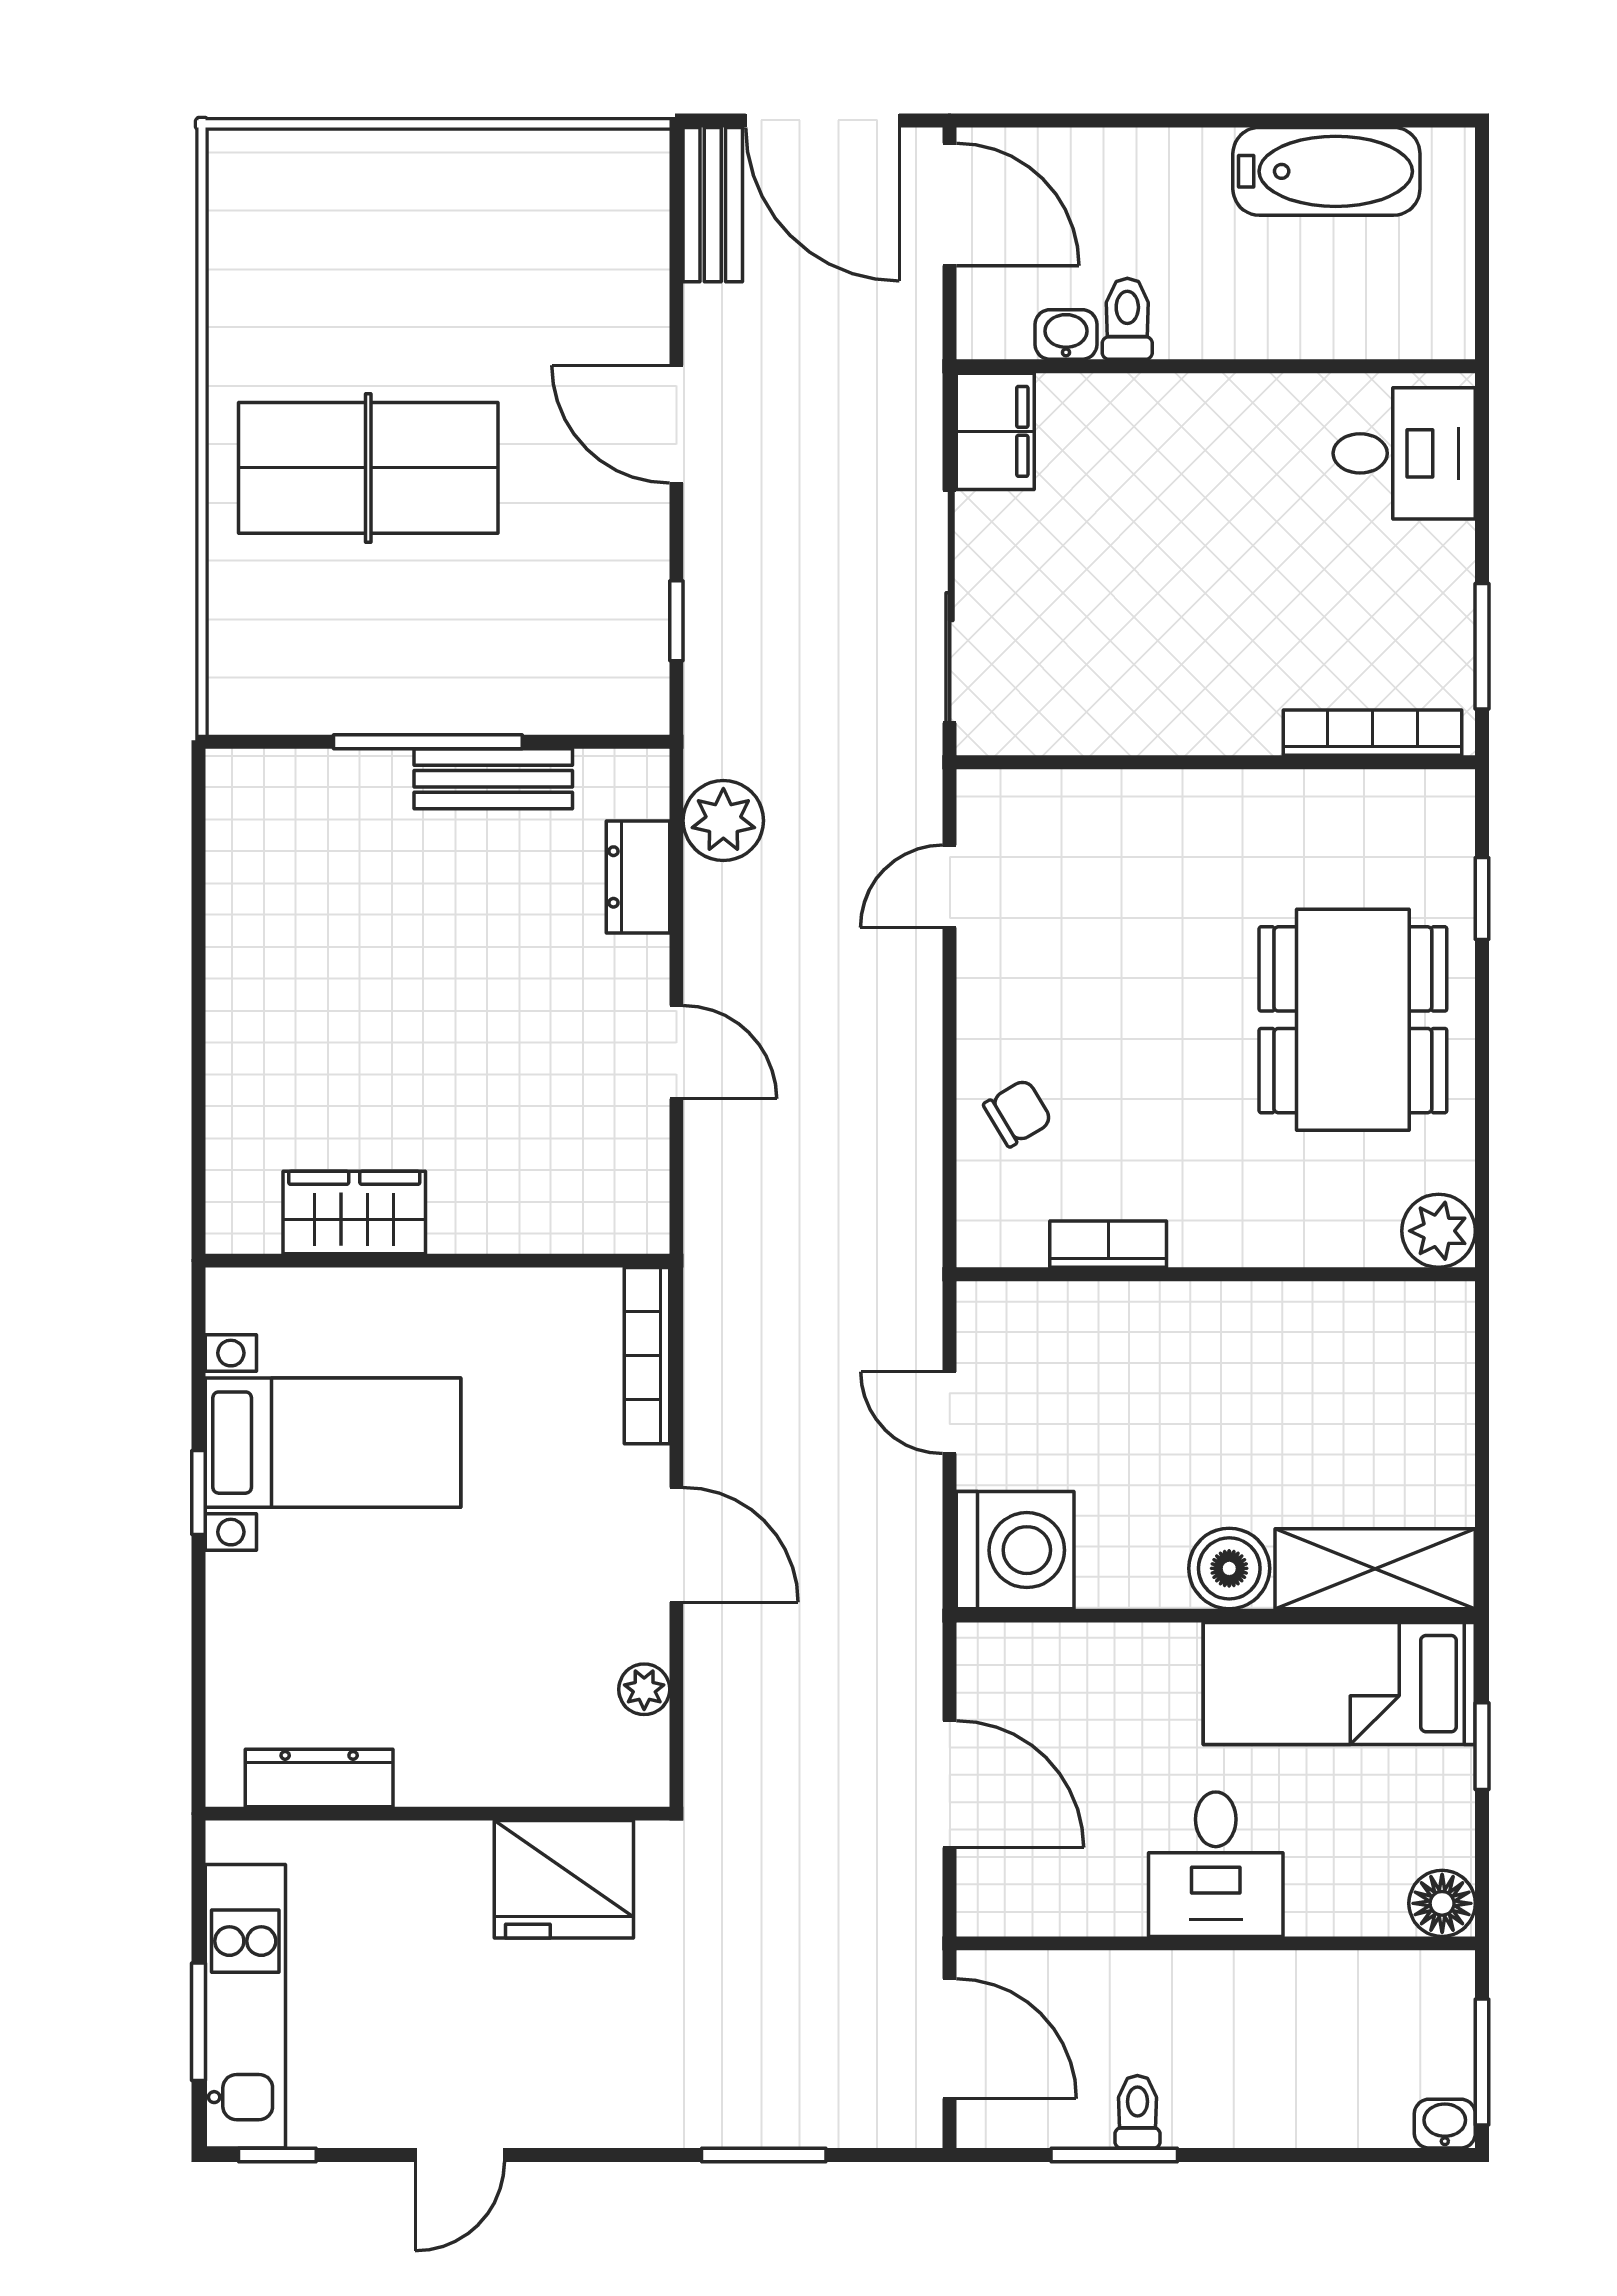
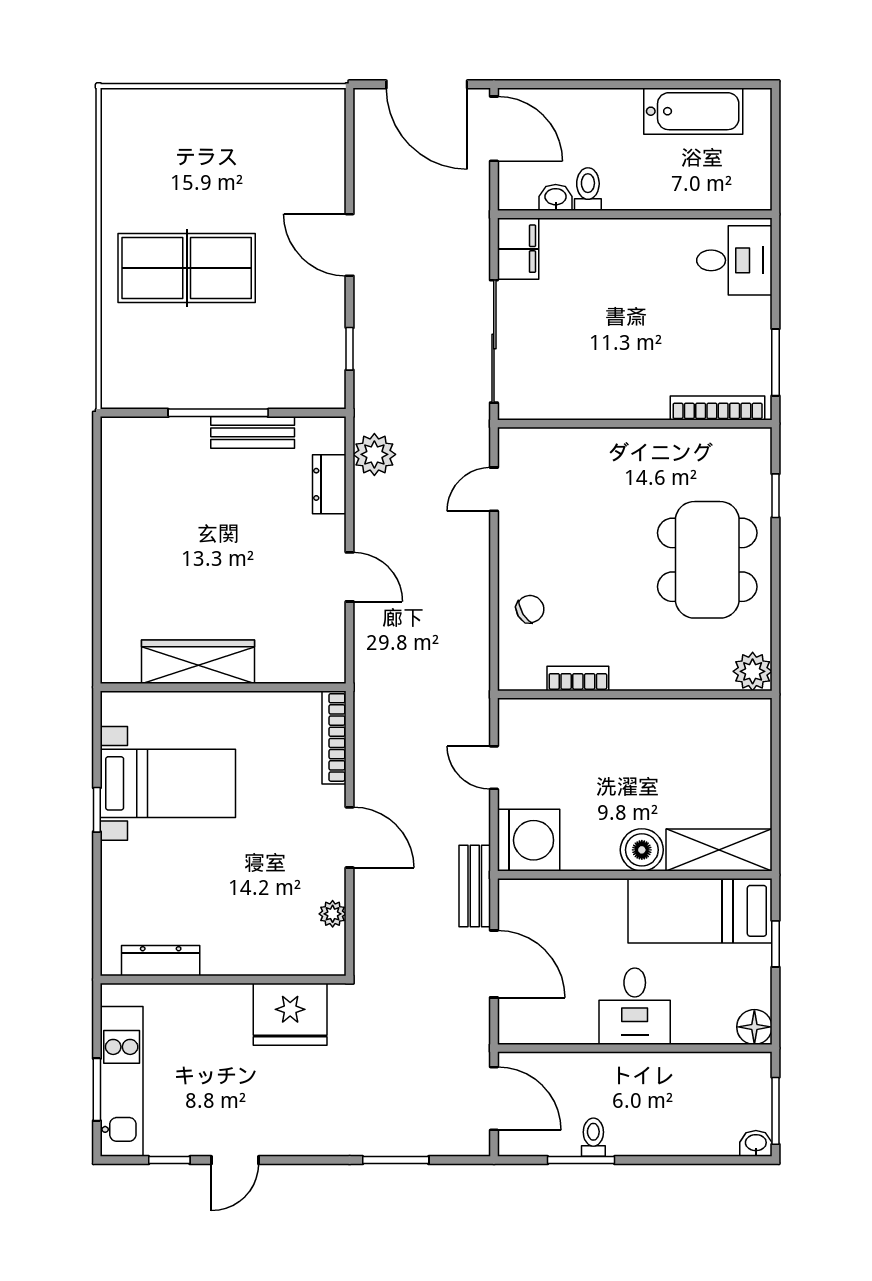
bench: (713, 205) -> (475, 886), moved
wardrobe: (354, 1213) -> (198, 662), width x1.50
window: (277, 2155) -> (169, 1160), moved

